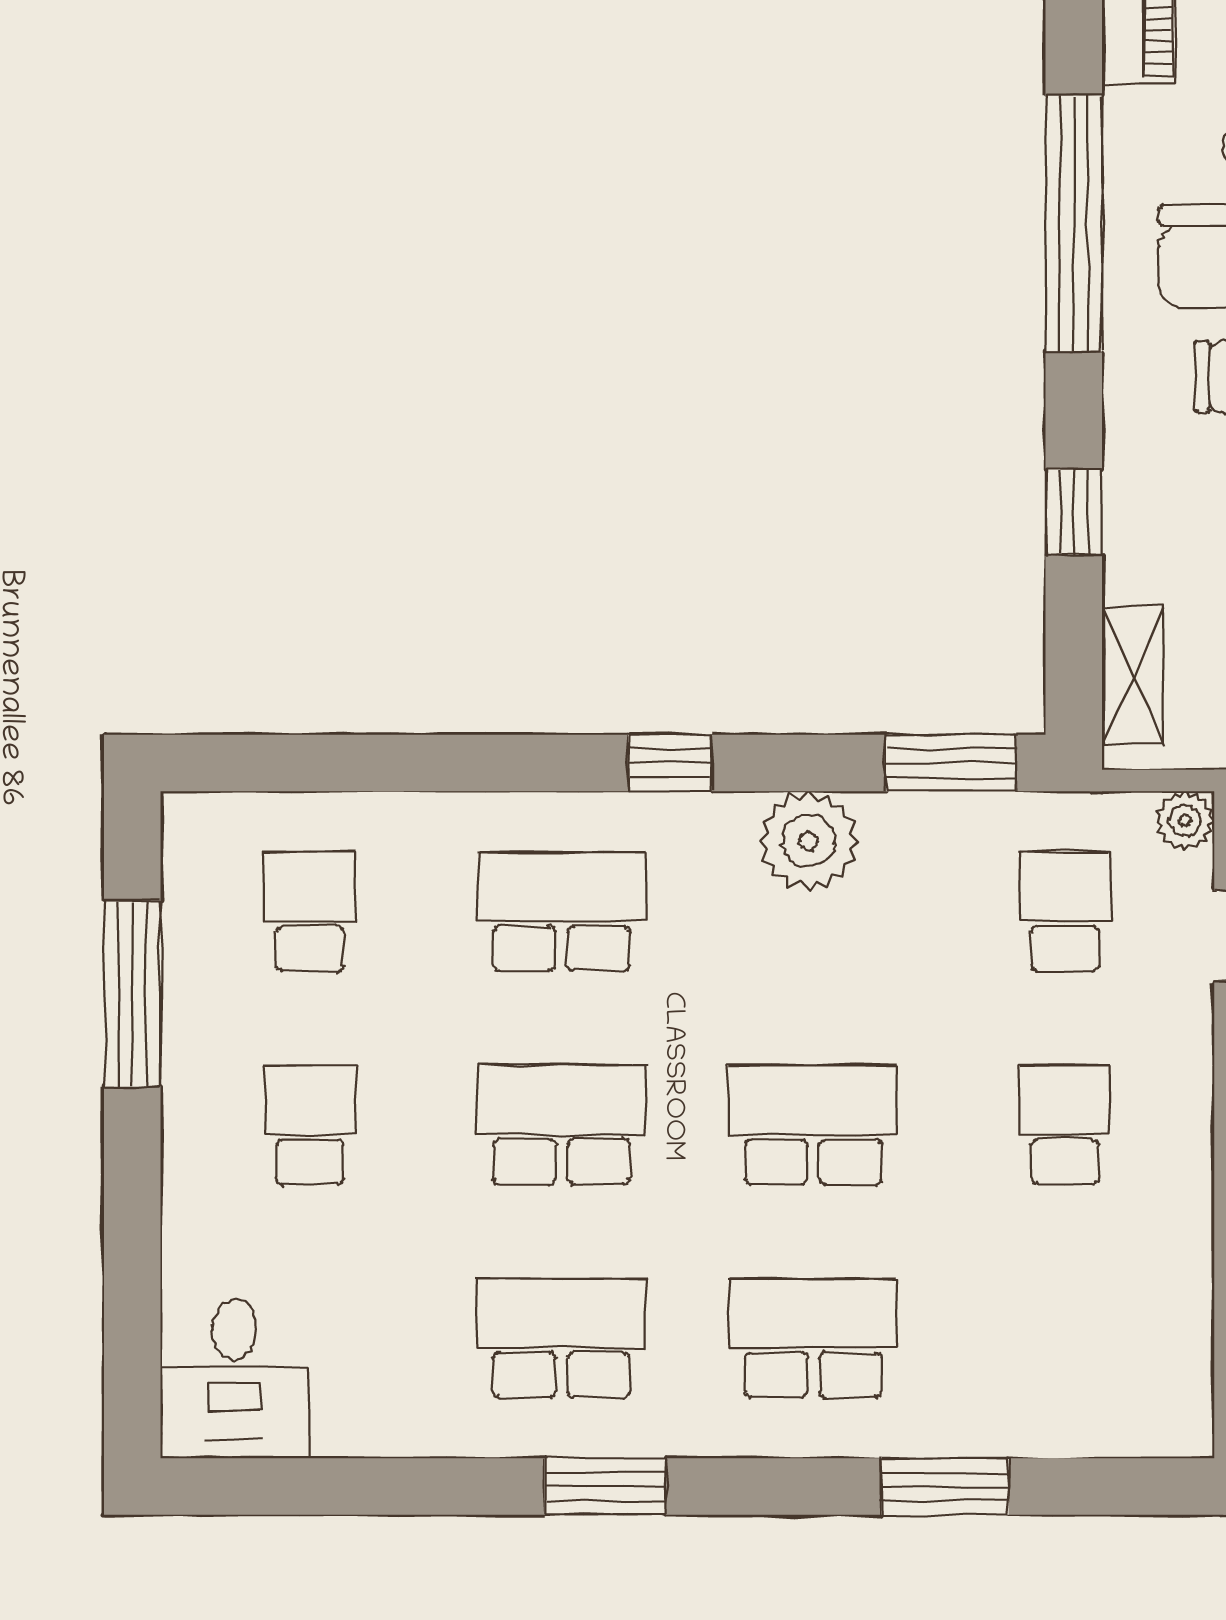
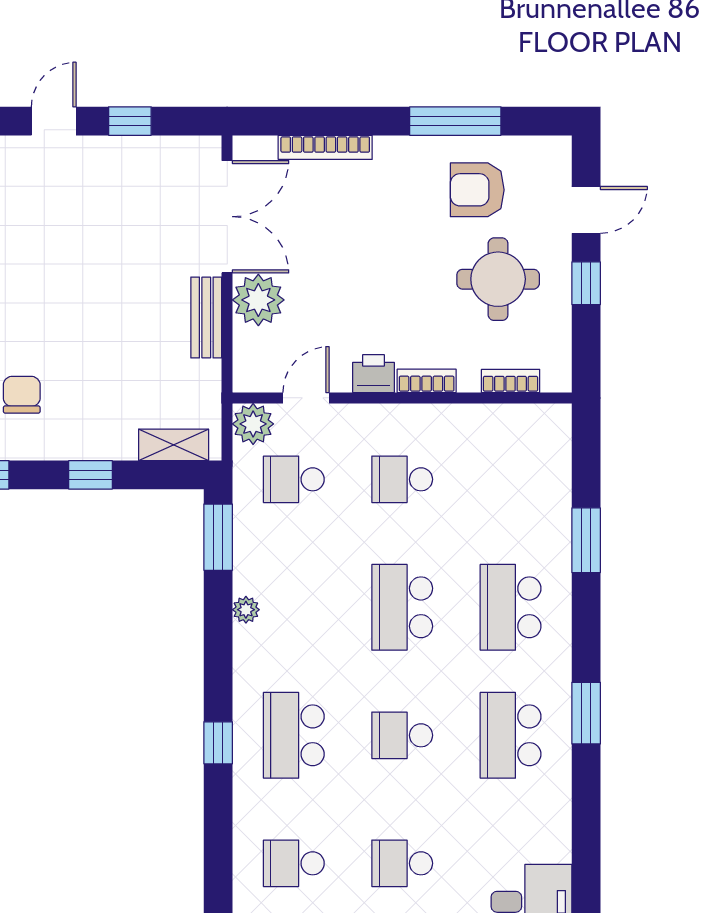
window: (669, 763) -> (218, 743), moved
plant: (1185, 821) -> (253, 424), width x1.38, depth x1.38
plant: (808, 841) -> (246, 610), width x0.53, depth x0.53
school desk: (562, 1125) -> (402, 735), width x0.54

